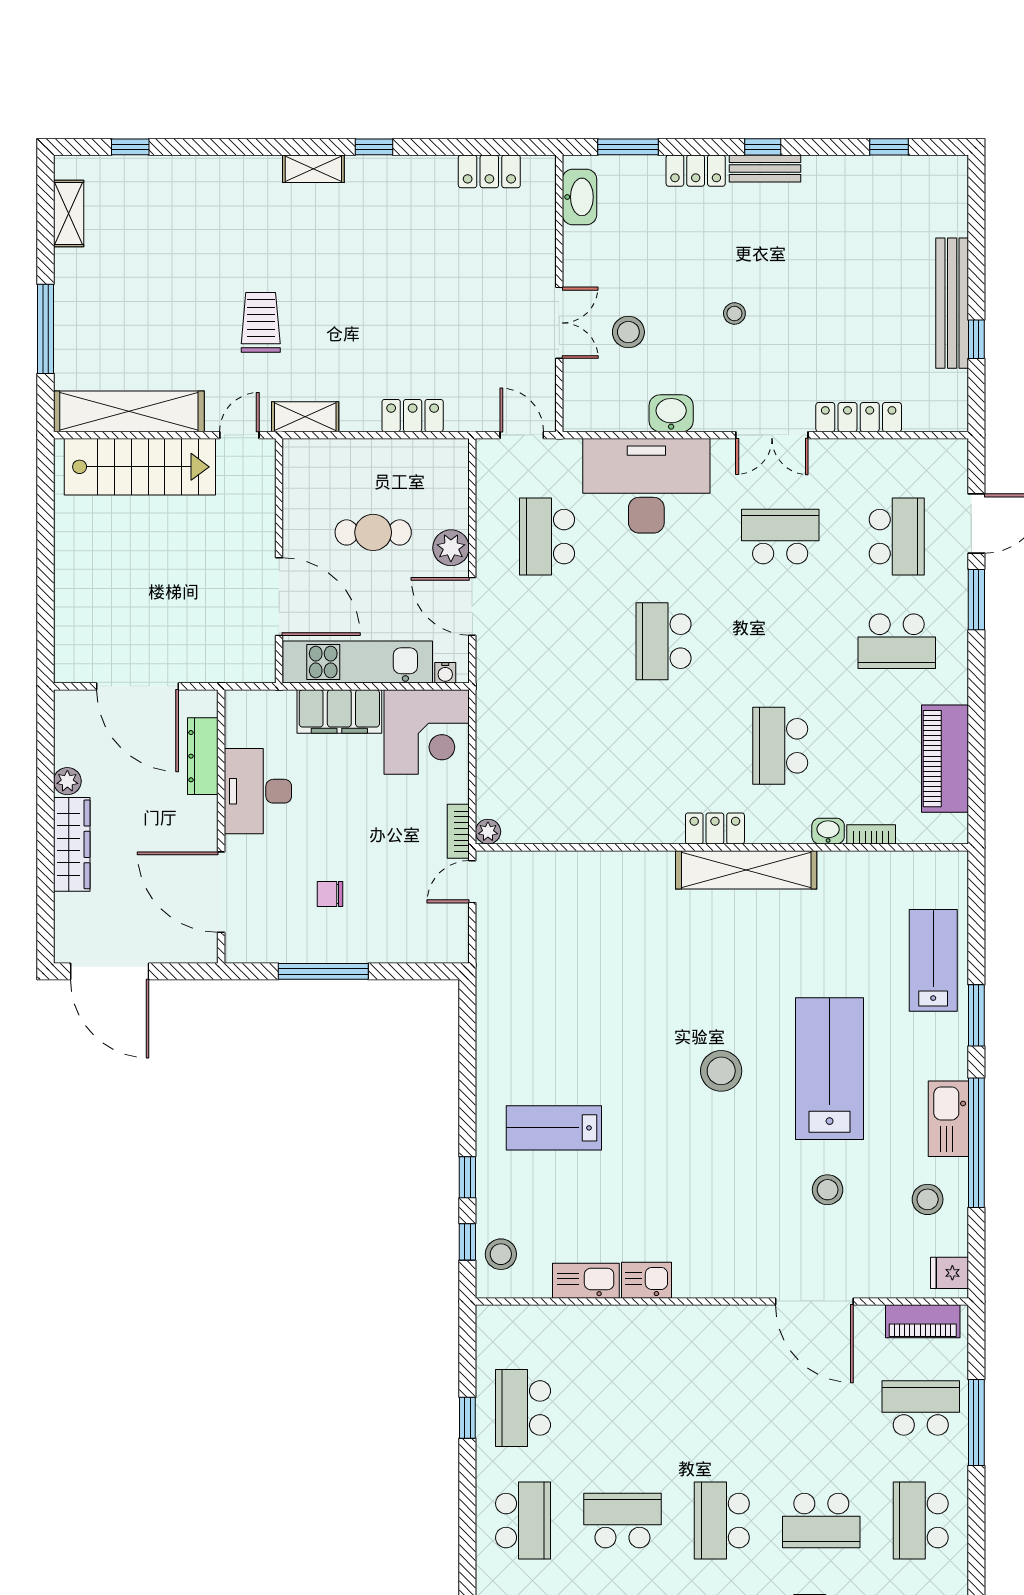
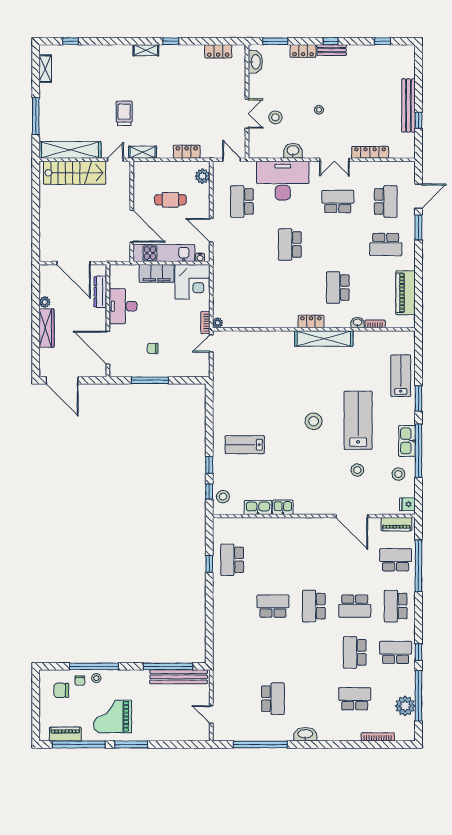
plant: (451, 548) -> (202, 176), moved
window: (976, 1423) -> (418, 566), width x1.46
school desk: (523, 1521) -> (232, 606), removed

